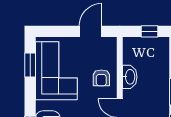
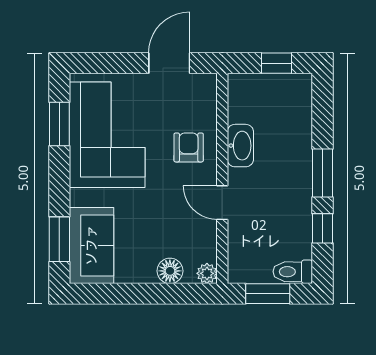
armchair: (101, 78) -> (189, 147), turned 180

